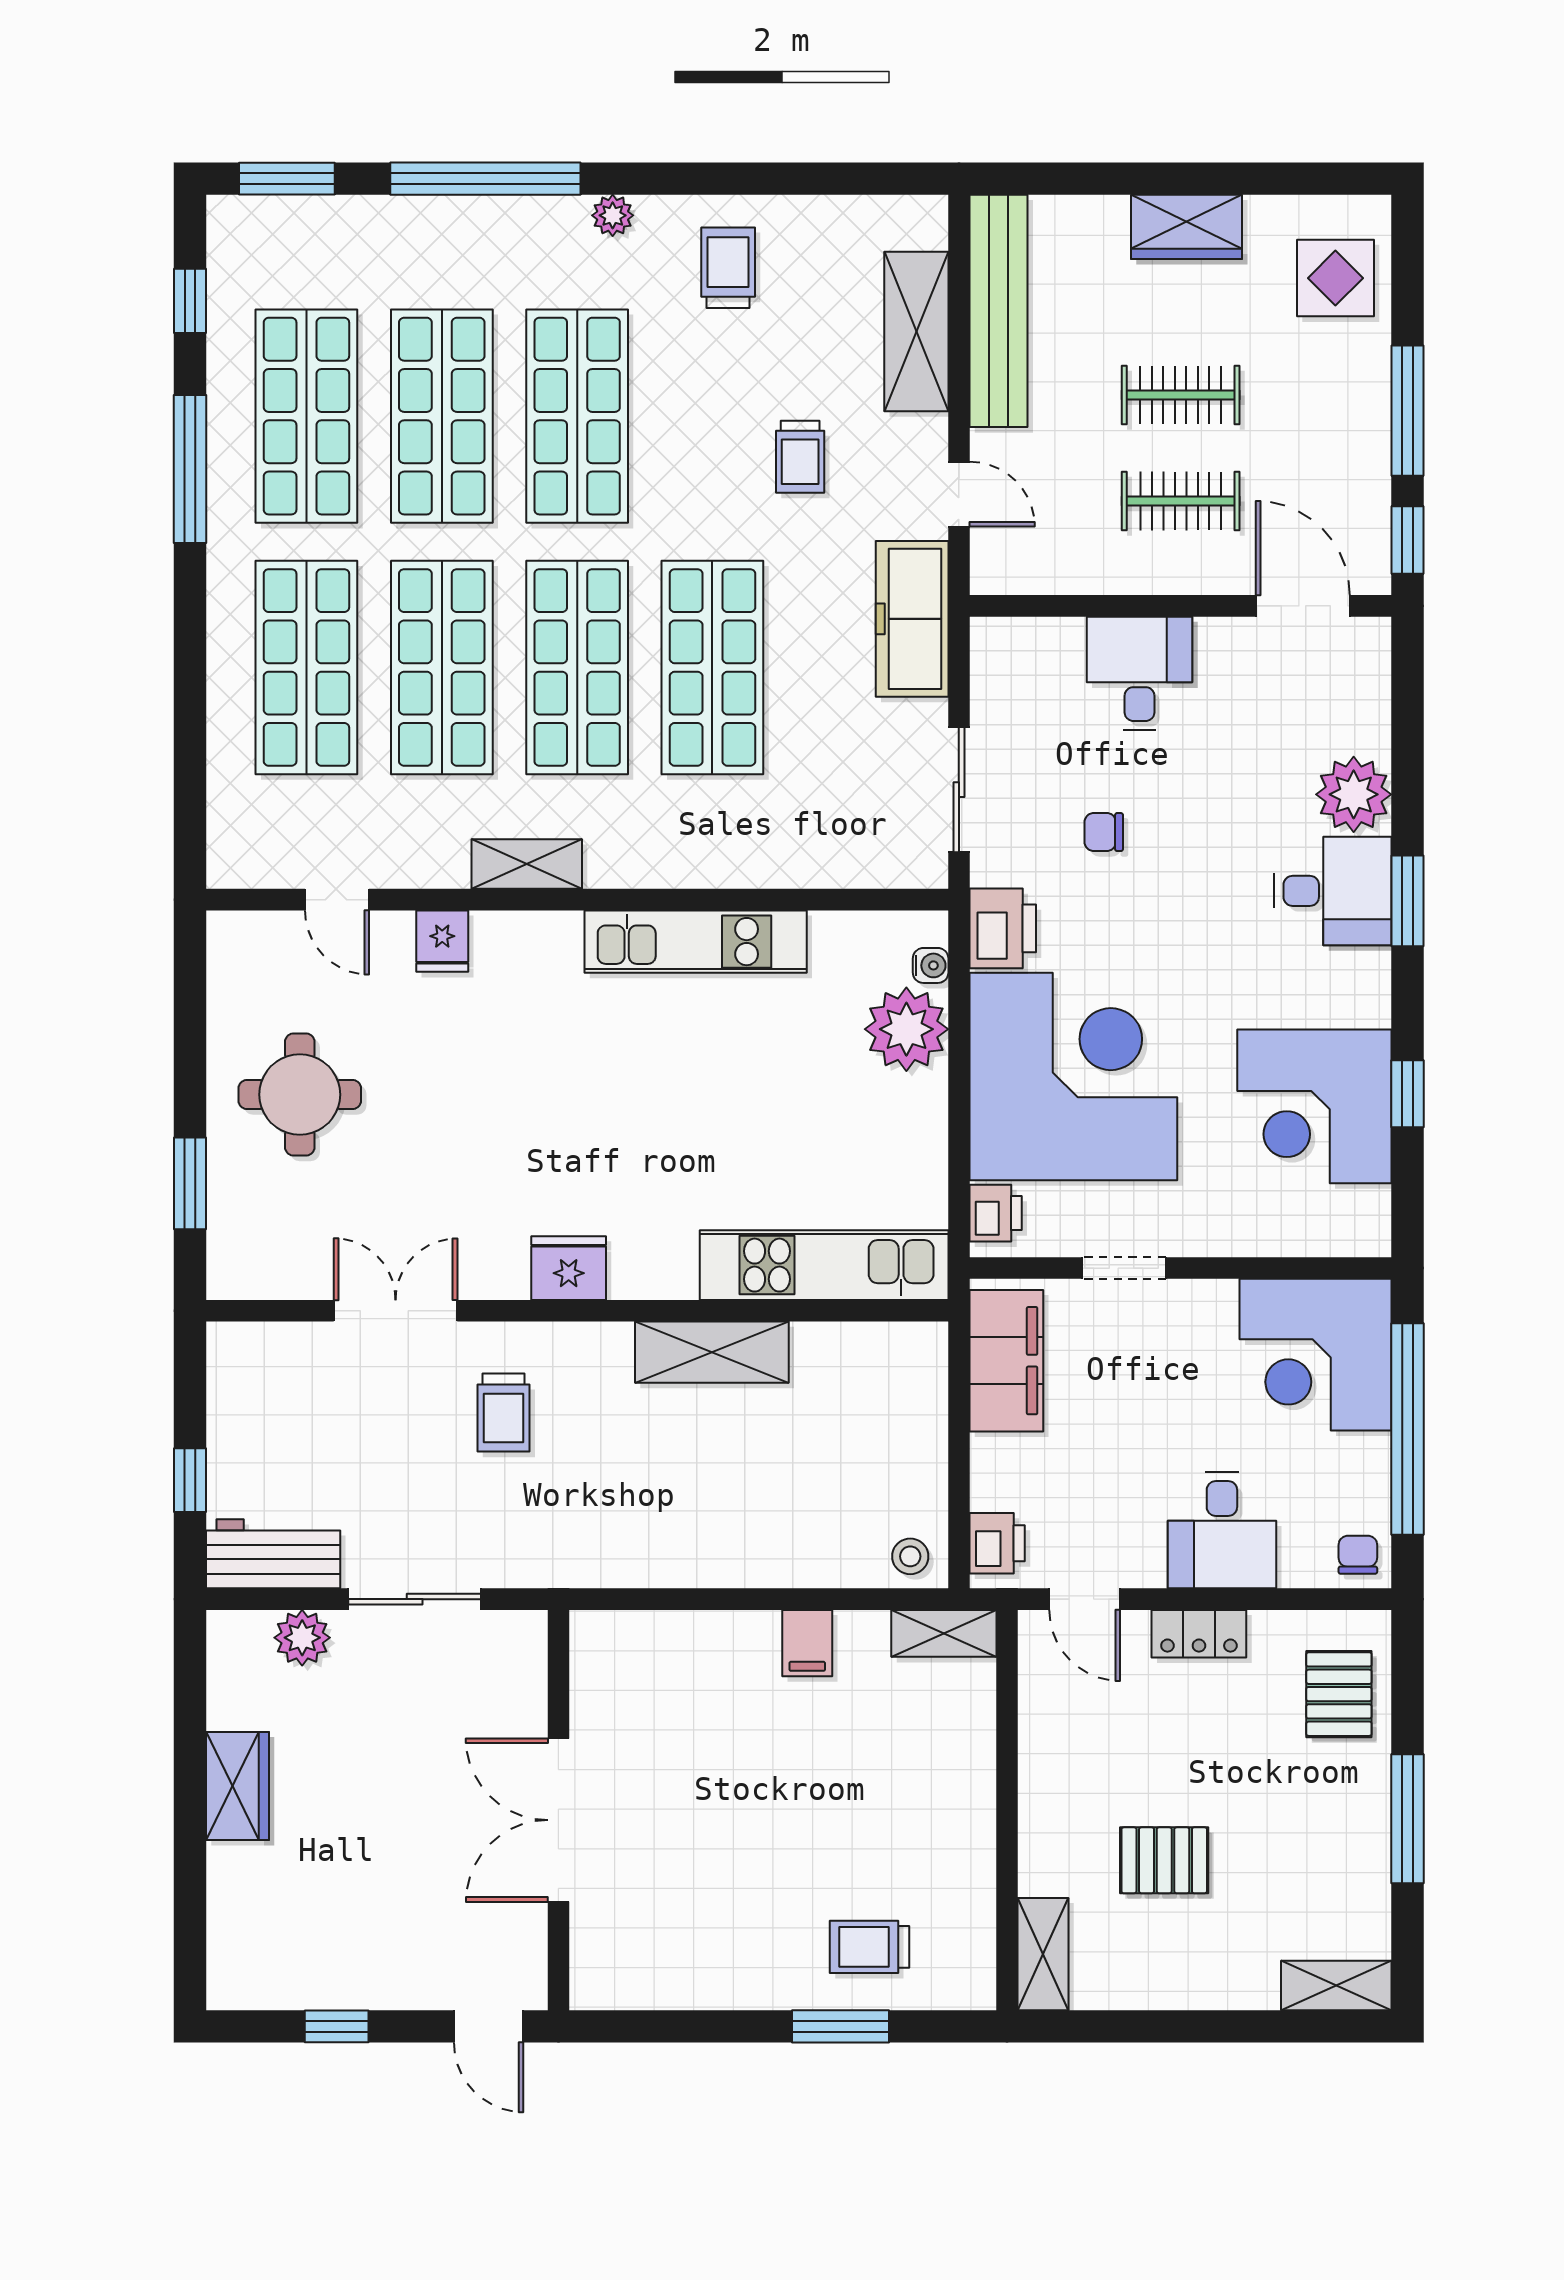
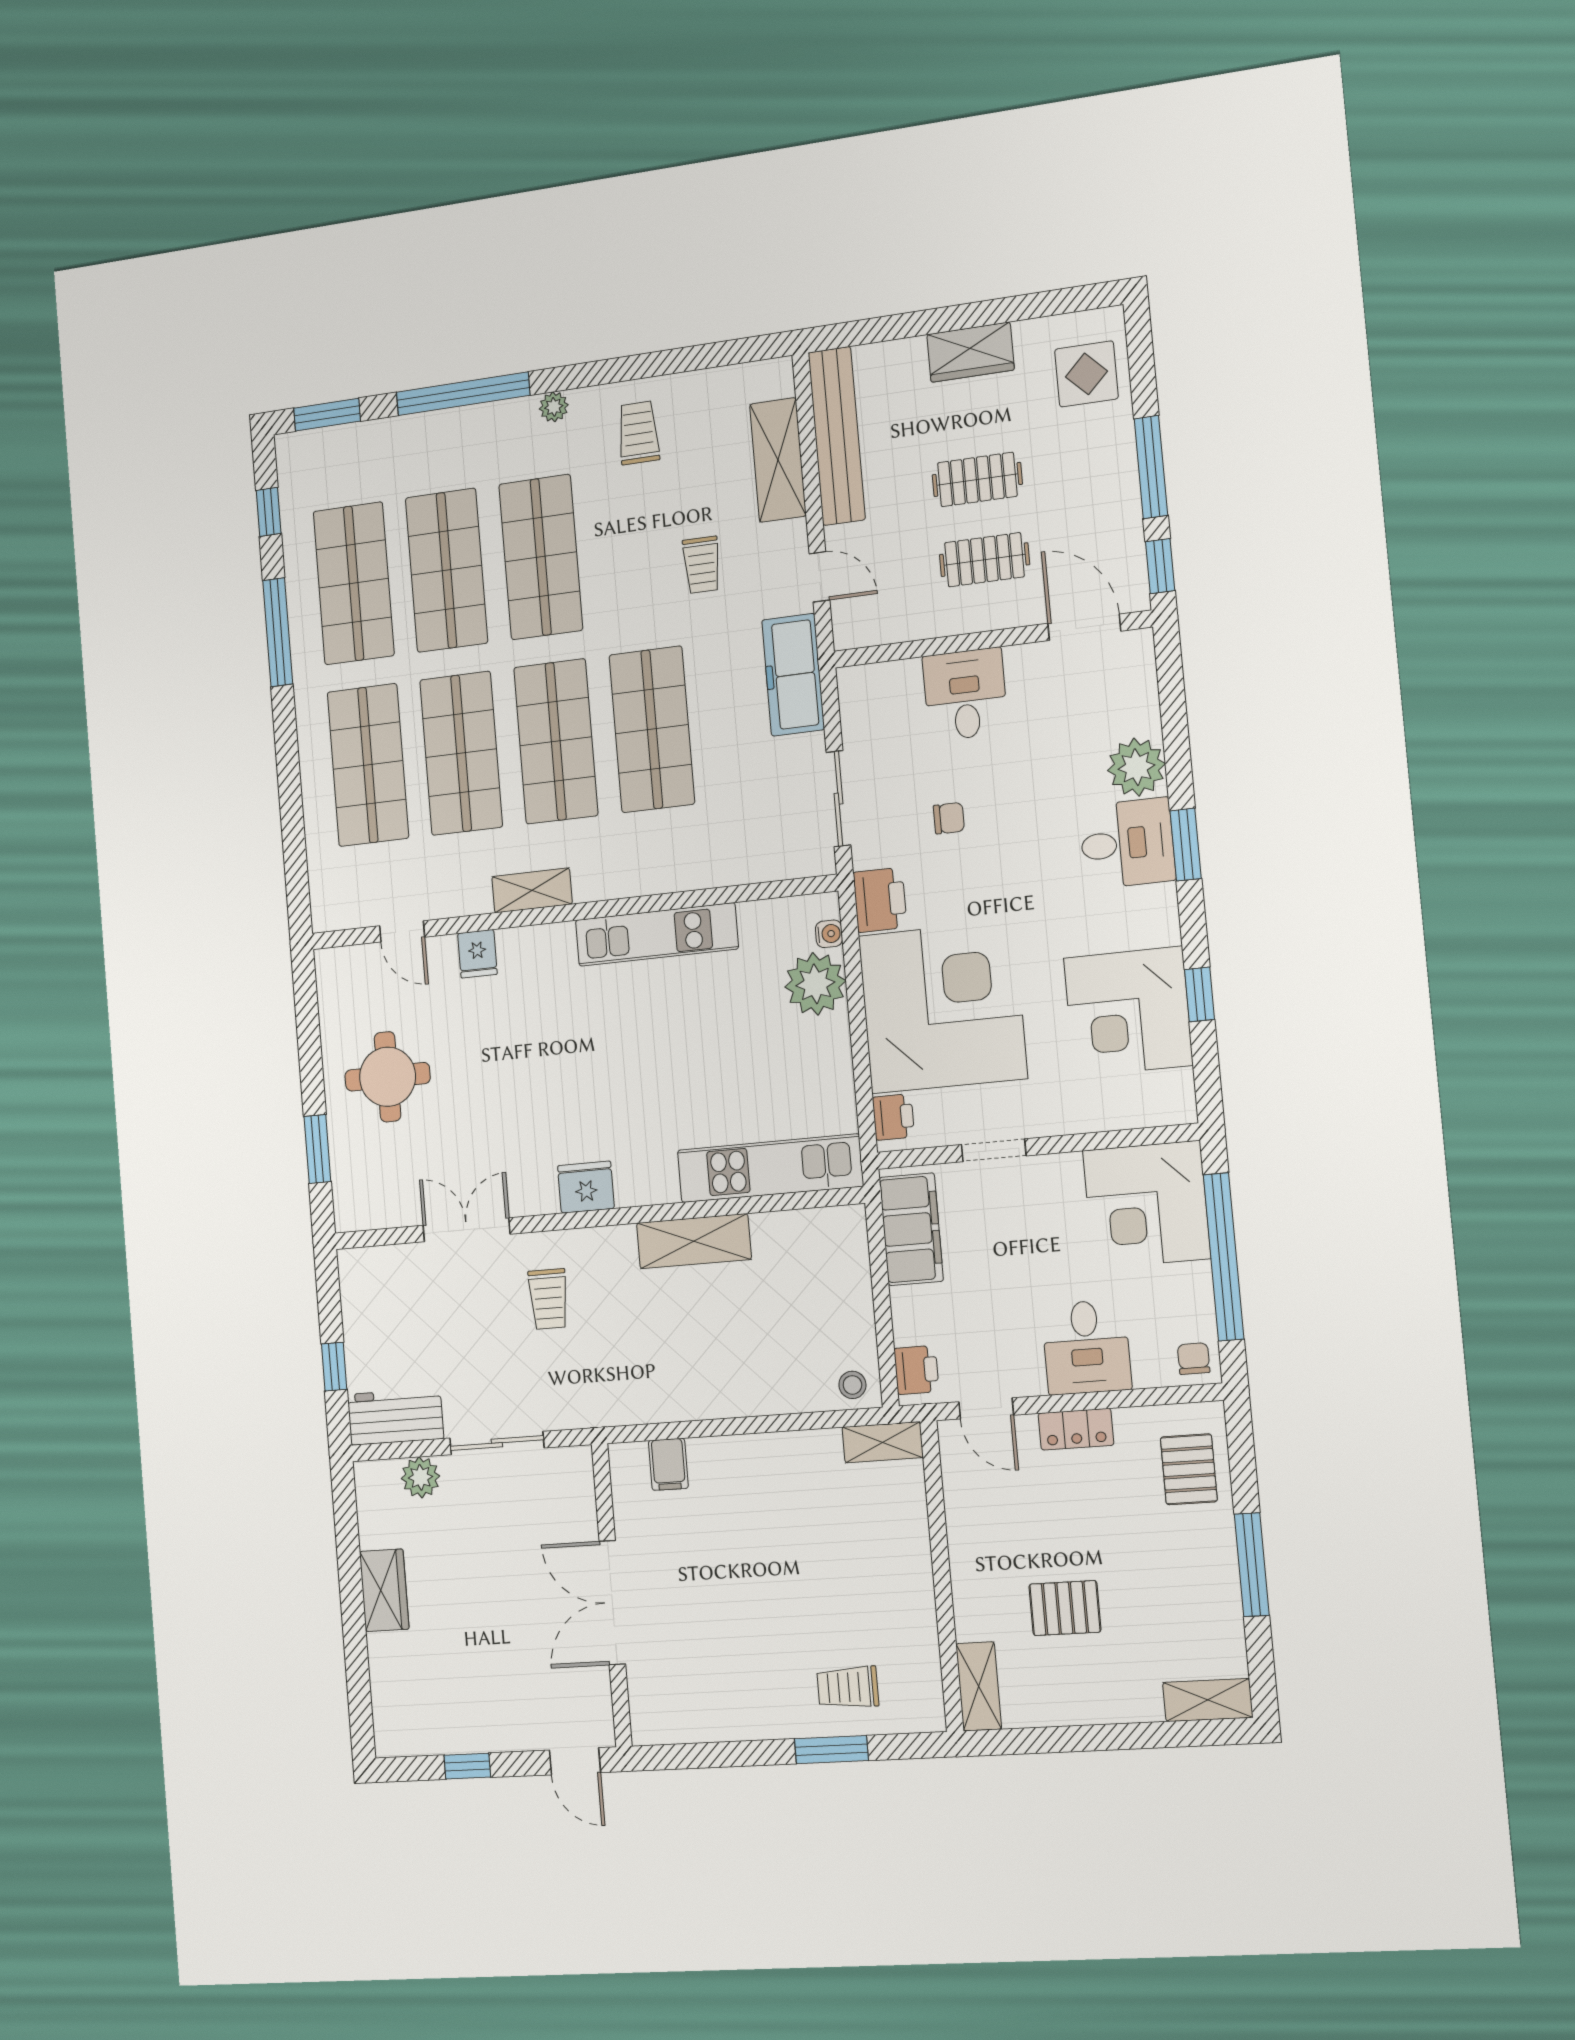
chair: (1104, 832) -> (949, 818), turned 180
filing cabinet: (807, 1643) -> (668, 1464), moved

